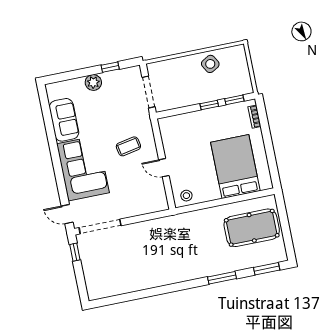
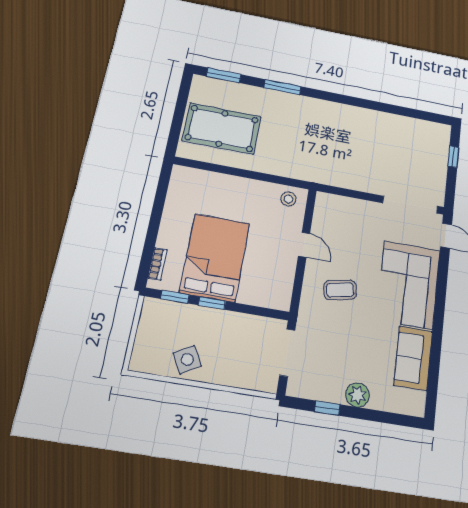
bed: (235, 167) -> (215, 258), moved, turned 180
window: (75, 252) -> (453, 157), moved

